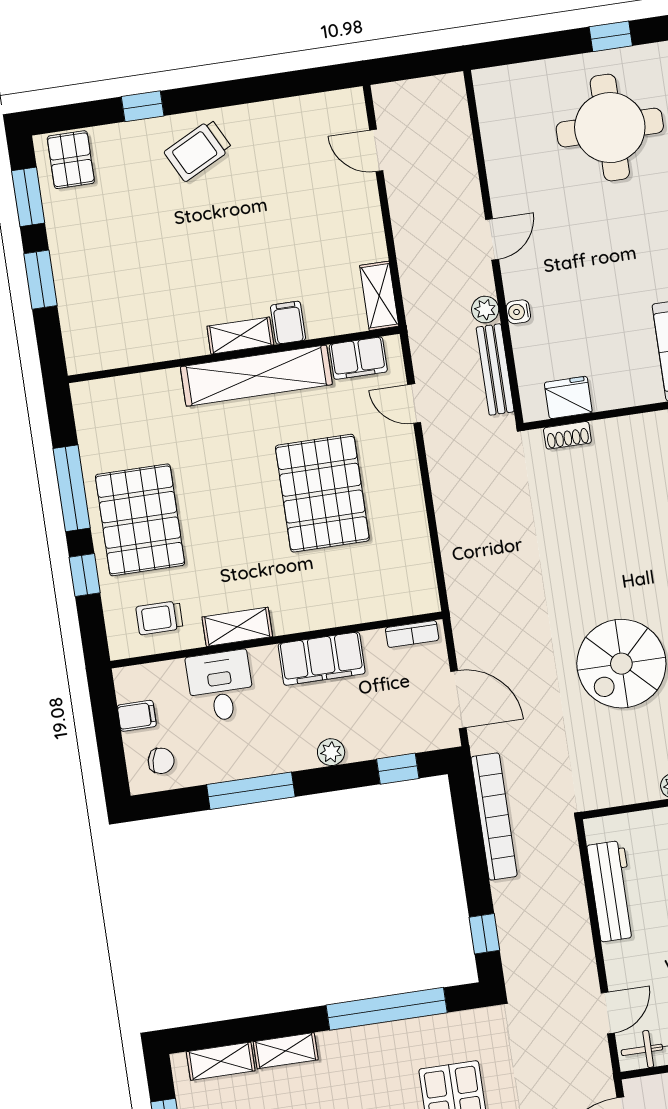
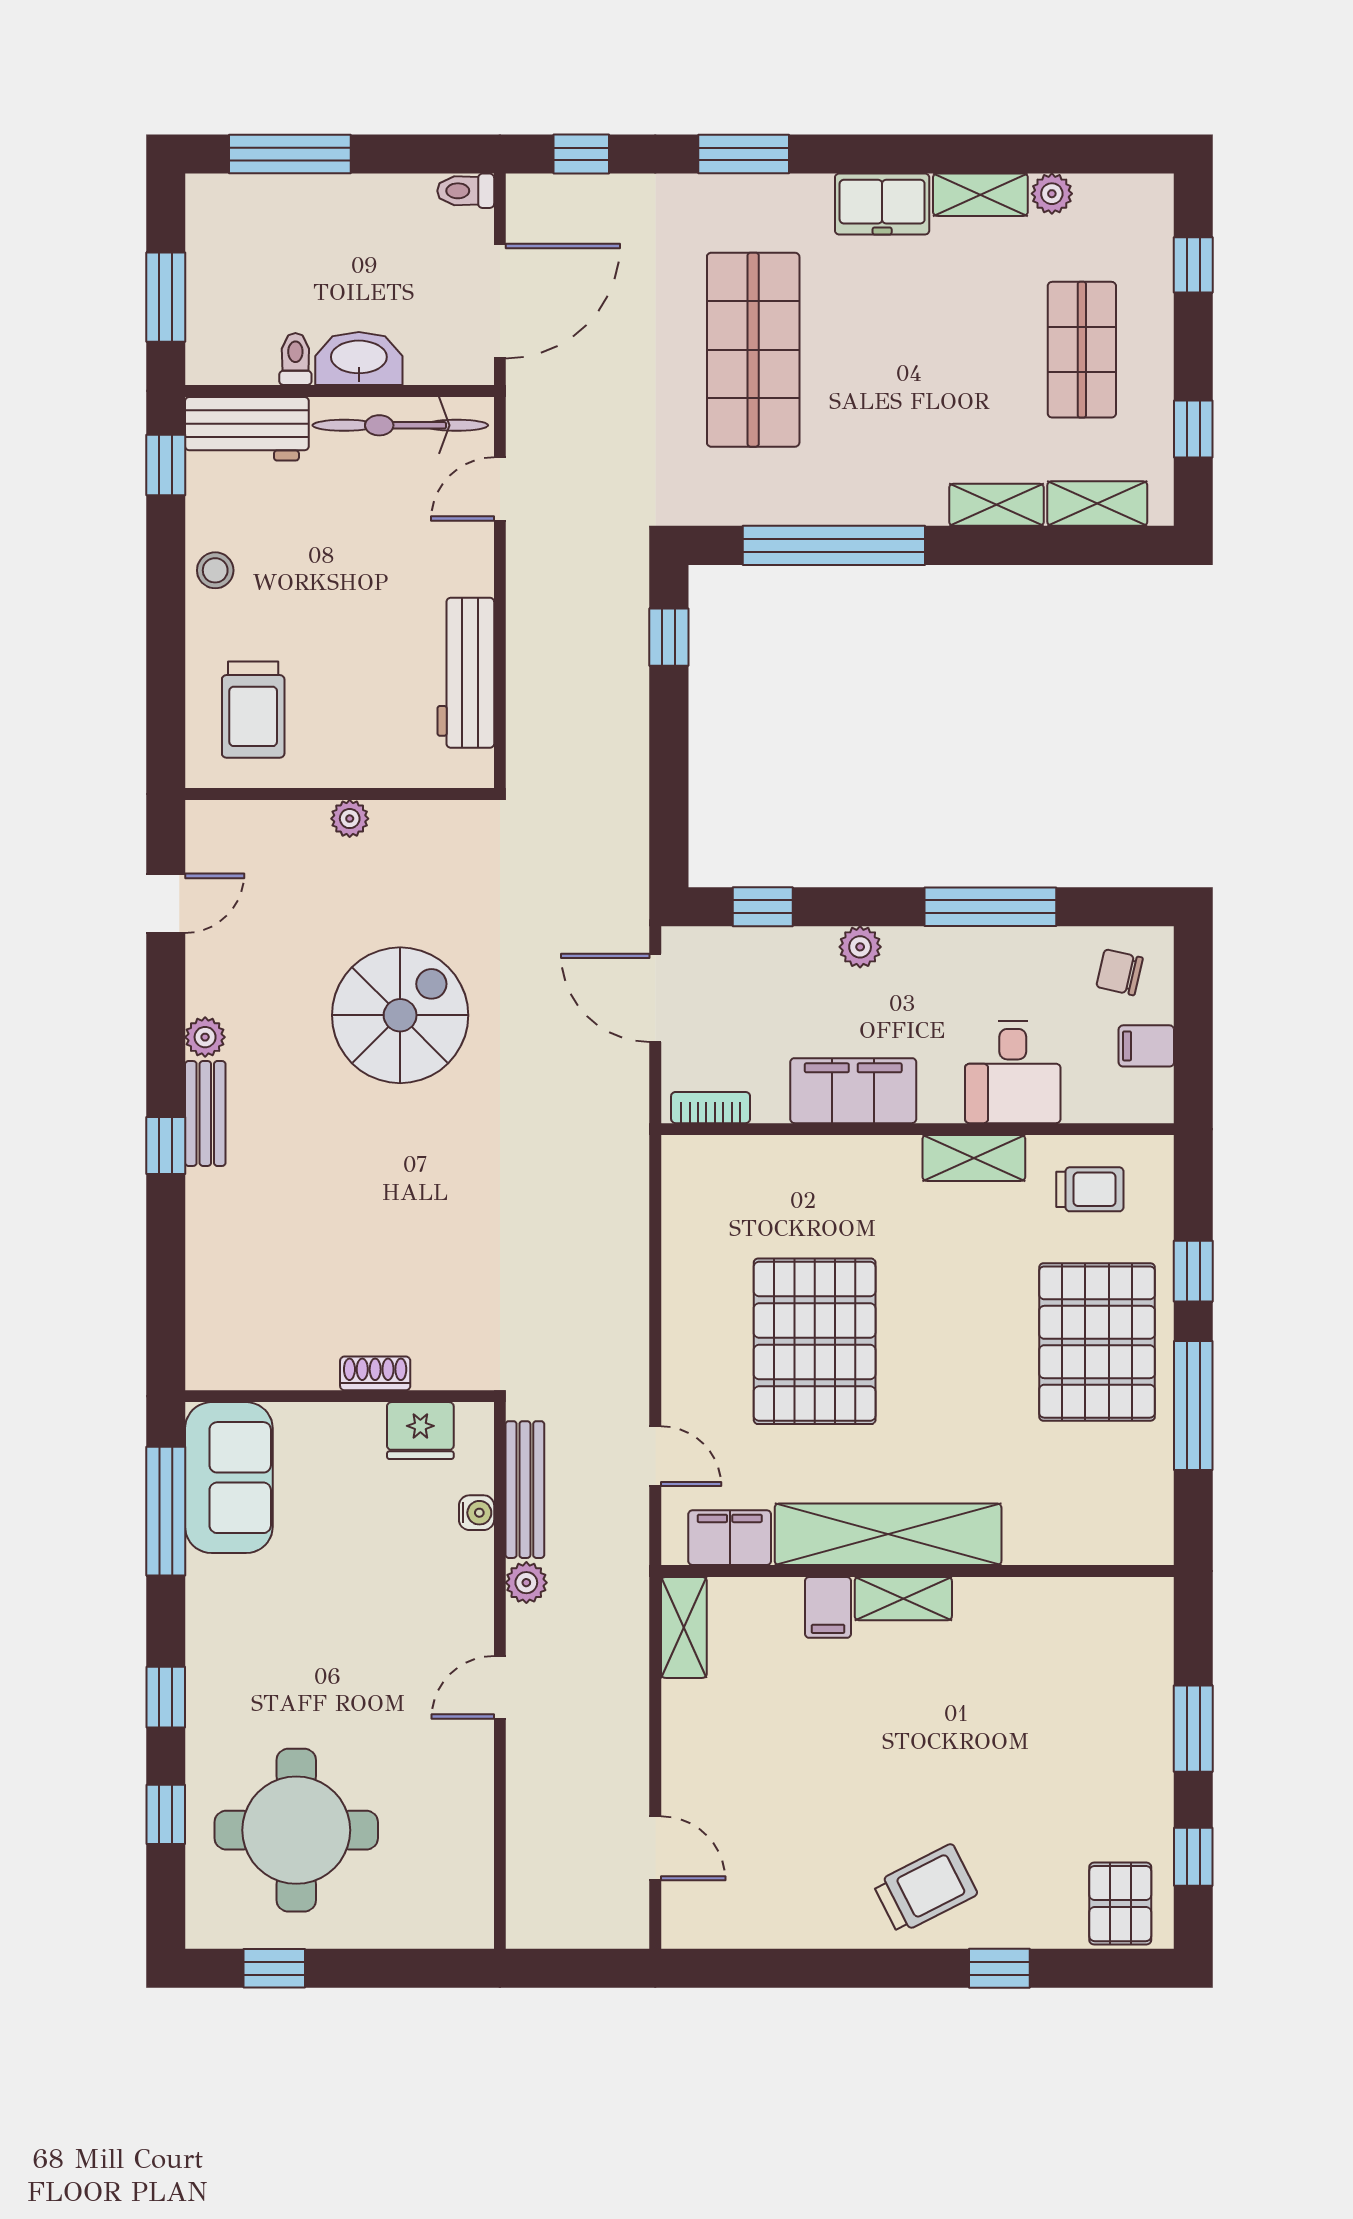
window: (28, 197) -> (1193, 1857), width x0.67
water cooler: (518, 312) -> (477, 1513), moved
shoe rack: (567, 435) -> (375, 1373), moved
bookcase: (494, 817) -> (628, 812), removed

